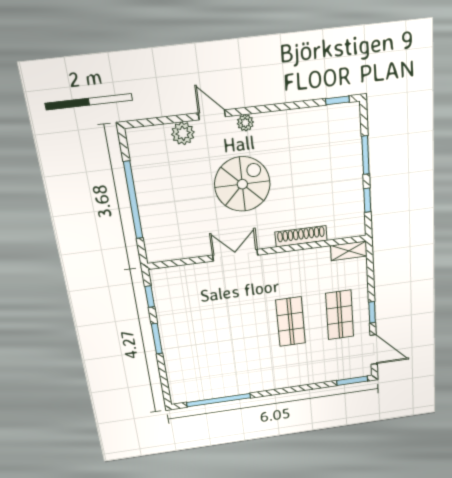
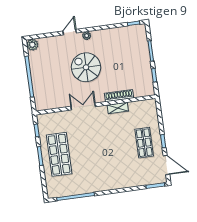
door: (212, 115) -> (70, 32), hinge flipped
plant: (183, 133) -> (32, 45), moved
spiral stairs: (242, 184) -> (86, 67), turned -90
shelving: (349, 251) -> (118, 108), moved
shop shelf: (291, 322) -> (59, 154), moved, width x1.43, depth x1.36

